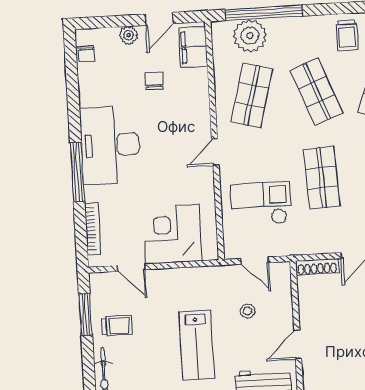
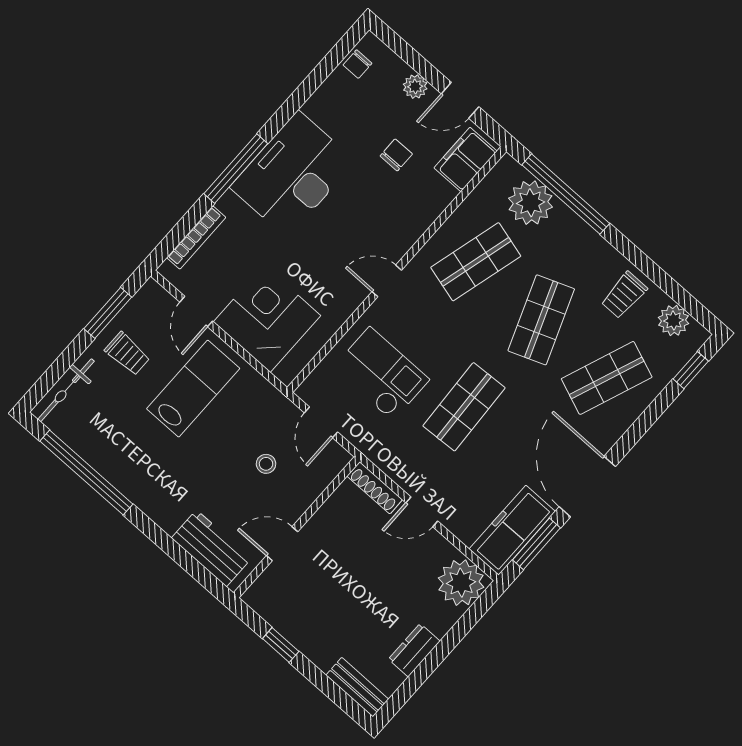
lab bench: (197, 345) -> (193, 389), moved, turned 180

